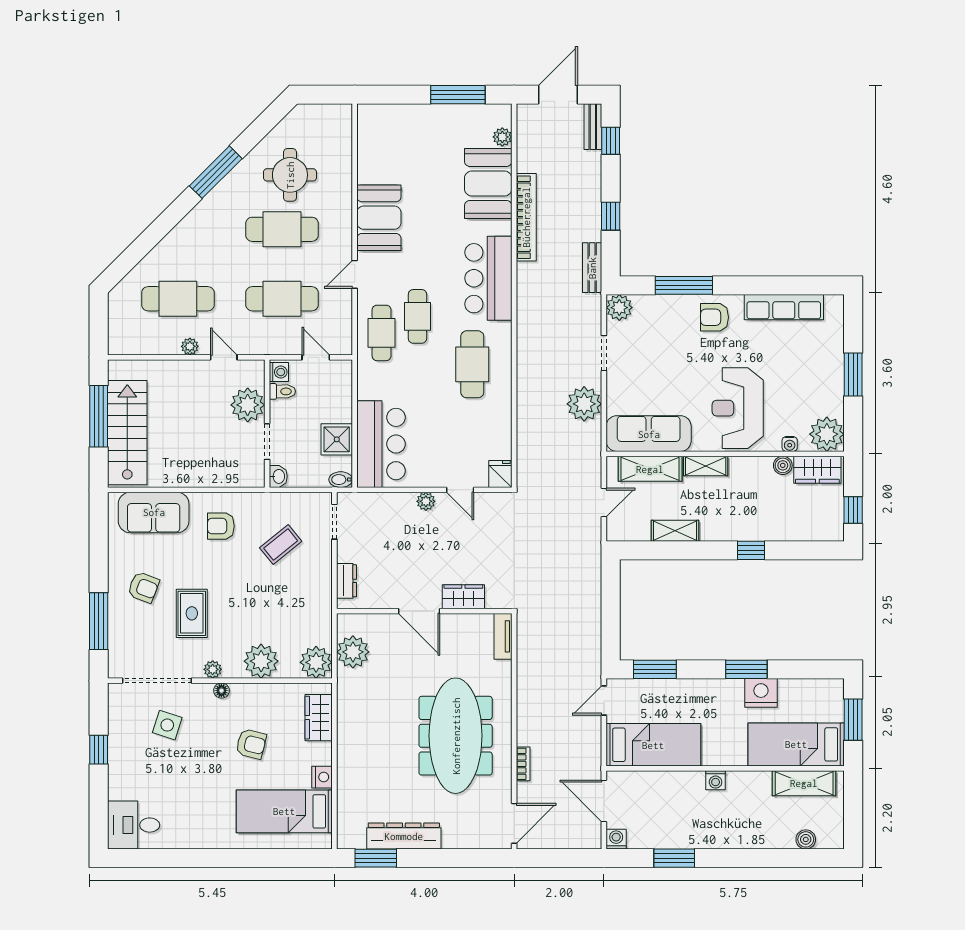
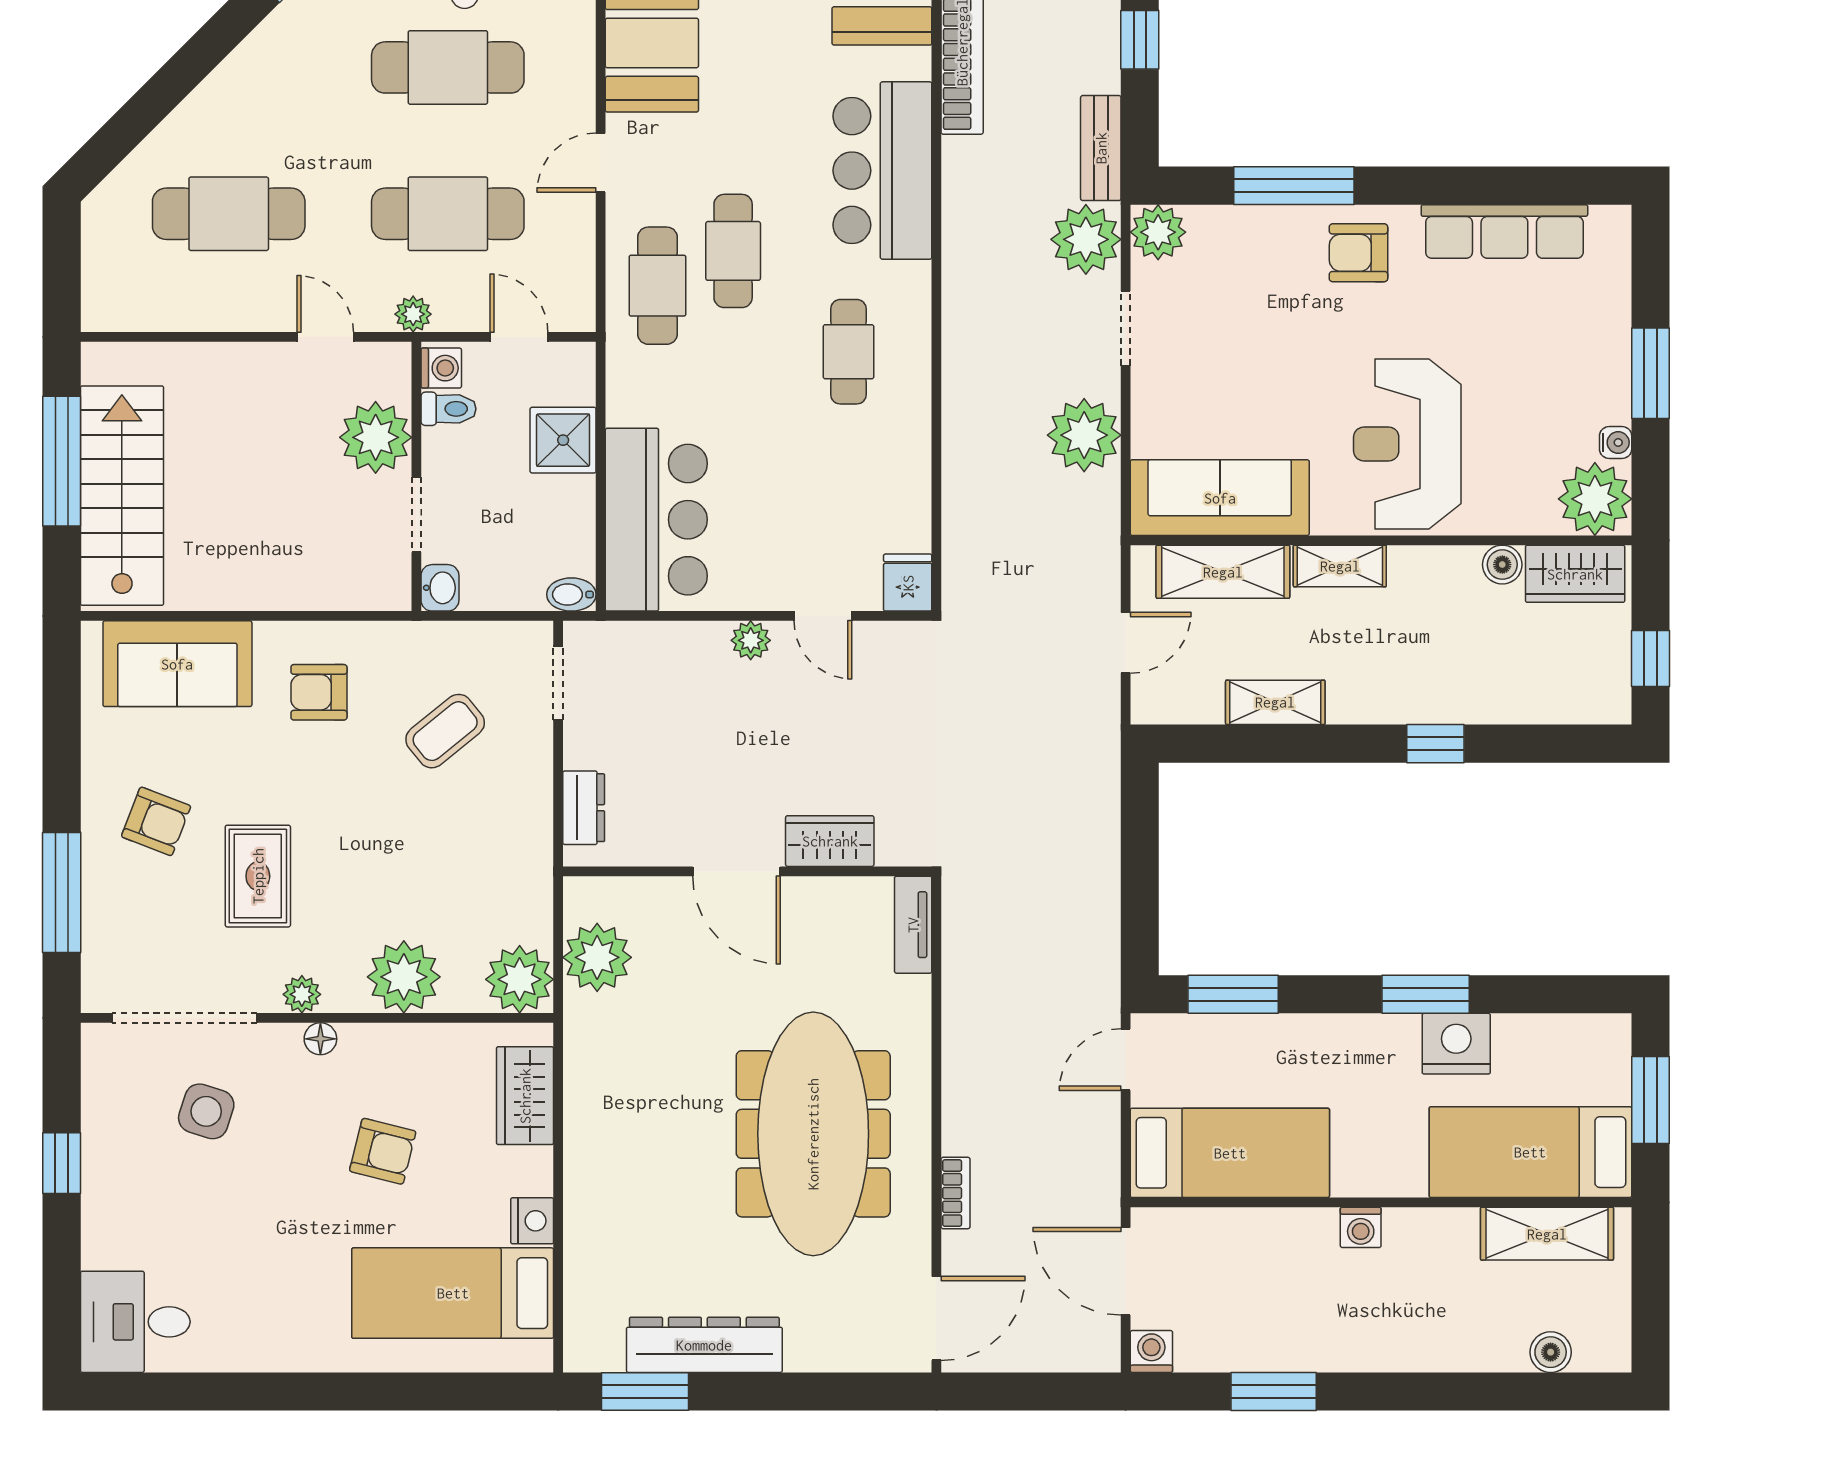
plant: (585, 311) -> (1086, 239), added
plant: (190, 346) -> (413, 314), moved
cafe table: (472, 364) -> (848, 352), width x0.73, depth x0.74
shower: (337, 439) -> (563, 440), moved
water cooler: (790, 444) -> (1616, 443), moved, turned -90

